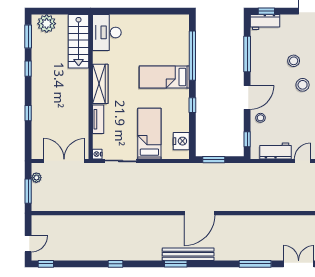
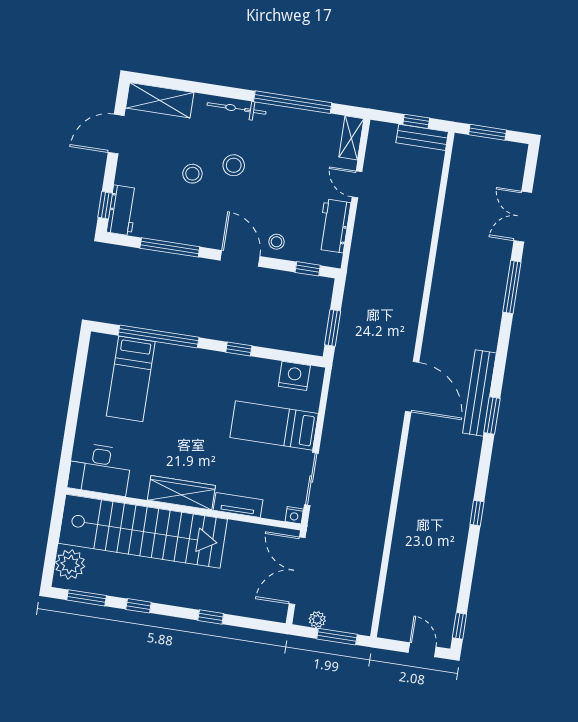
stairs: (79, 41) -> (143, 531), width x1.86, depth x1.51
bed: (164, 77) -> (131, 379), moved
door: (199, 213) -> (412, 387), moved

